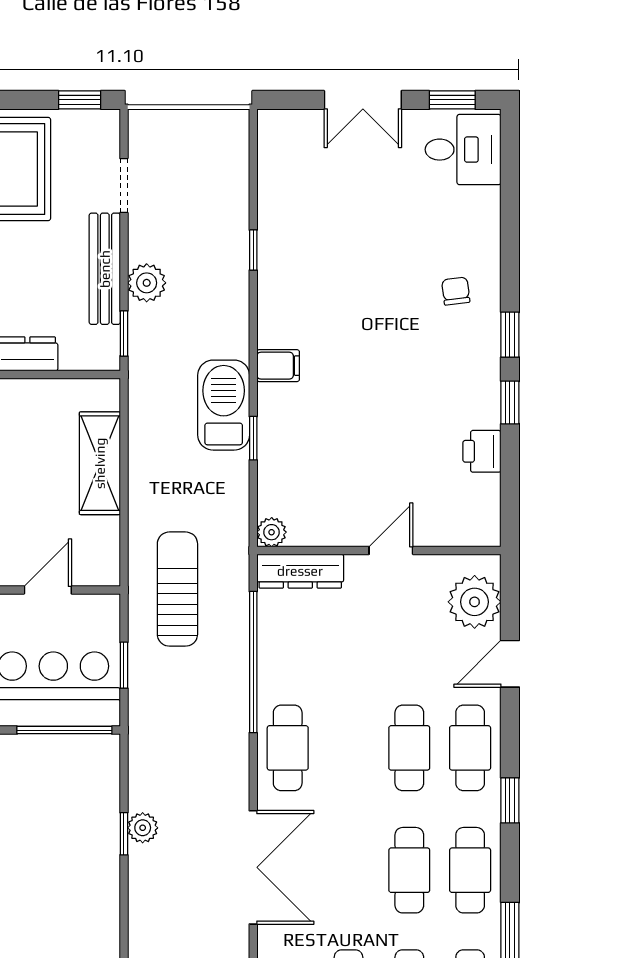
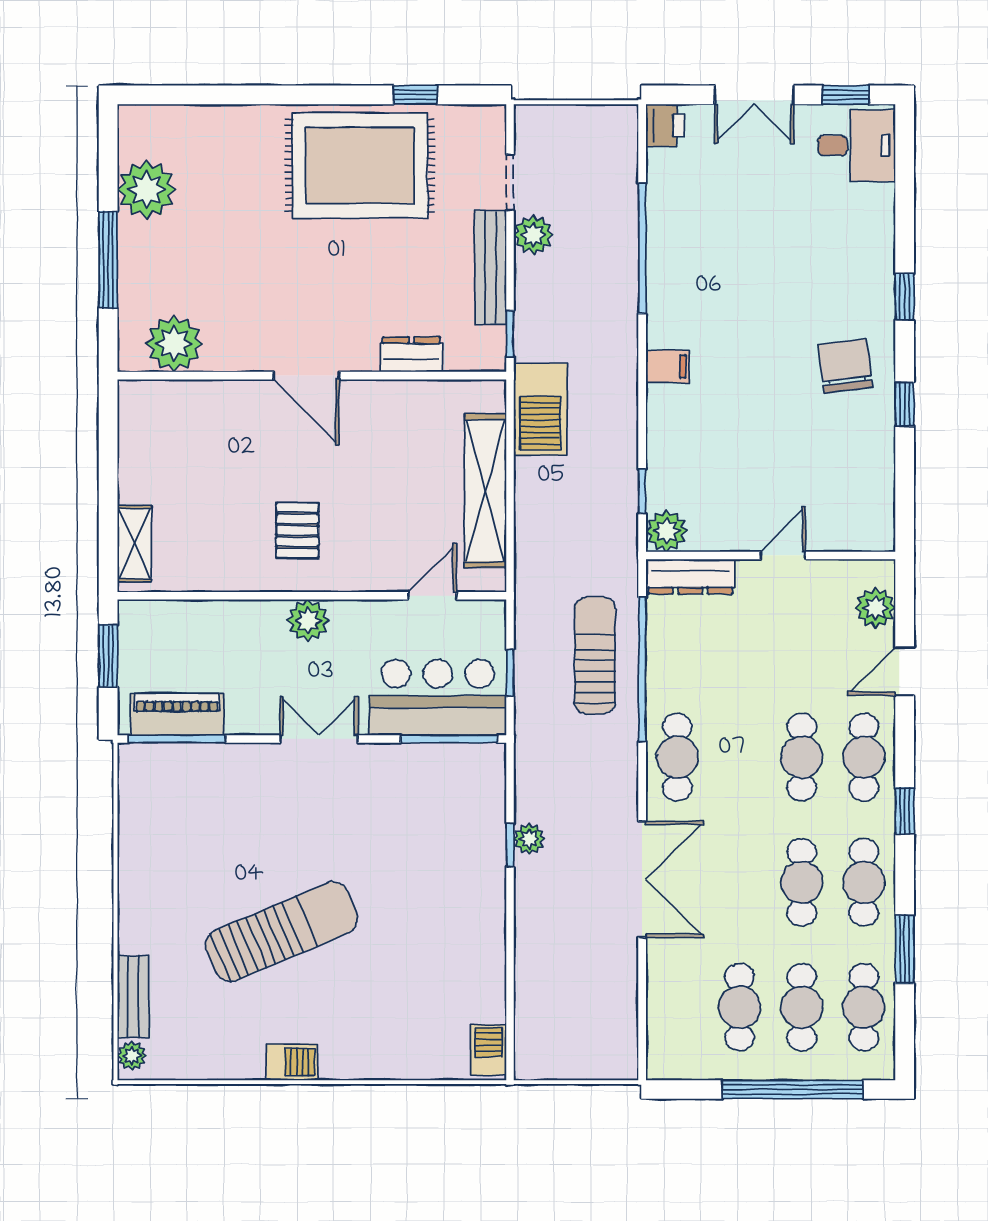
window: (80, 100) -> (415, 95), moved
window: (253, 250) -> (642, 248), width x3.17
plant: (147, 283) -> (533, 235), moved
chair: (456, 291) -> (845, 366), moved, width x1.87, depth x1.87
window: (510, 335) -> (905, 297), moved
barbecue: (224, 405) -> (540, 409), moved, turned 180
window: (253, 438) -> (642, 491), moved
printer: (482, 451) -> (665, 125), moved, turned 180
shelving: (100, 463) -> (485, 491), width x1.47
plant: (272, 532) -> (667, 531), width x1.38, depth x1.38
sun lounger: (177, 589) -> (595, 655), moved
plant: (475, 602) -> (876, 608), width x0.73, depth x0.73

